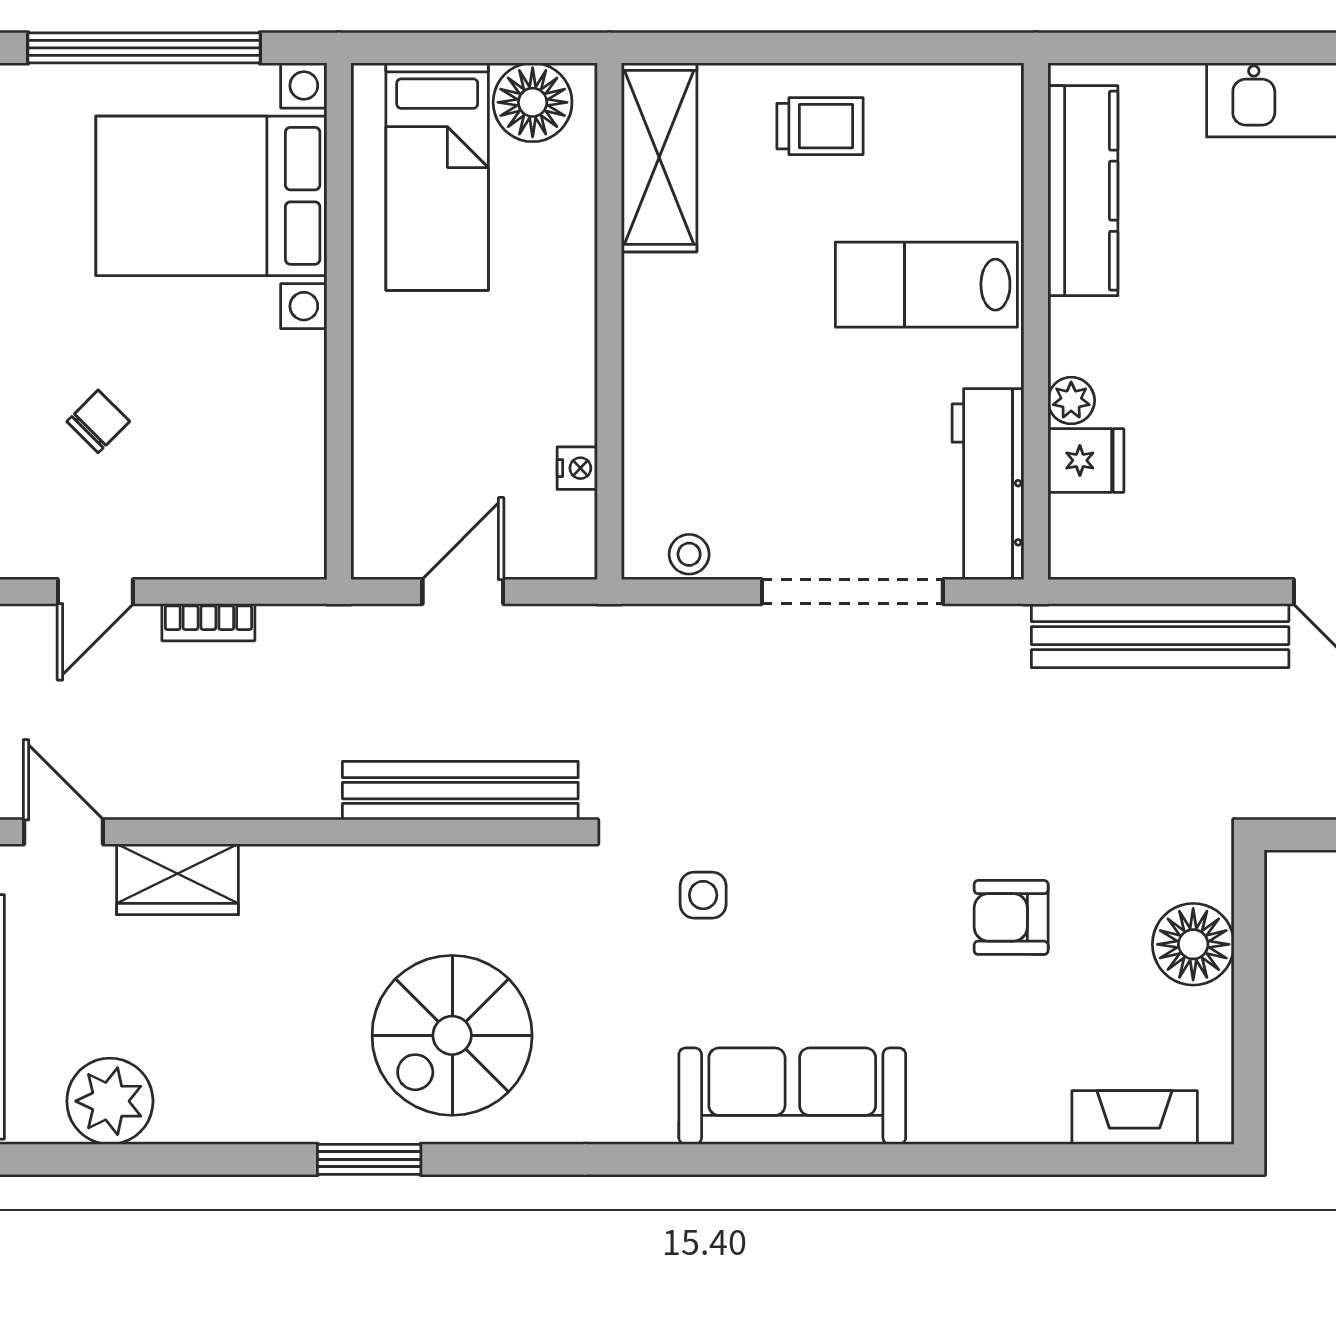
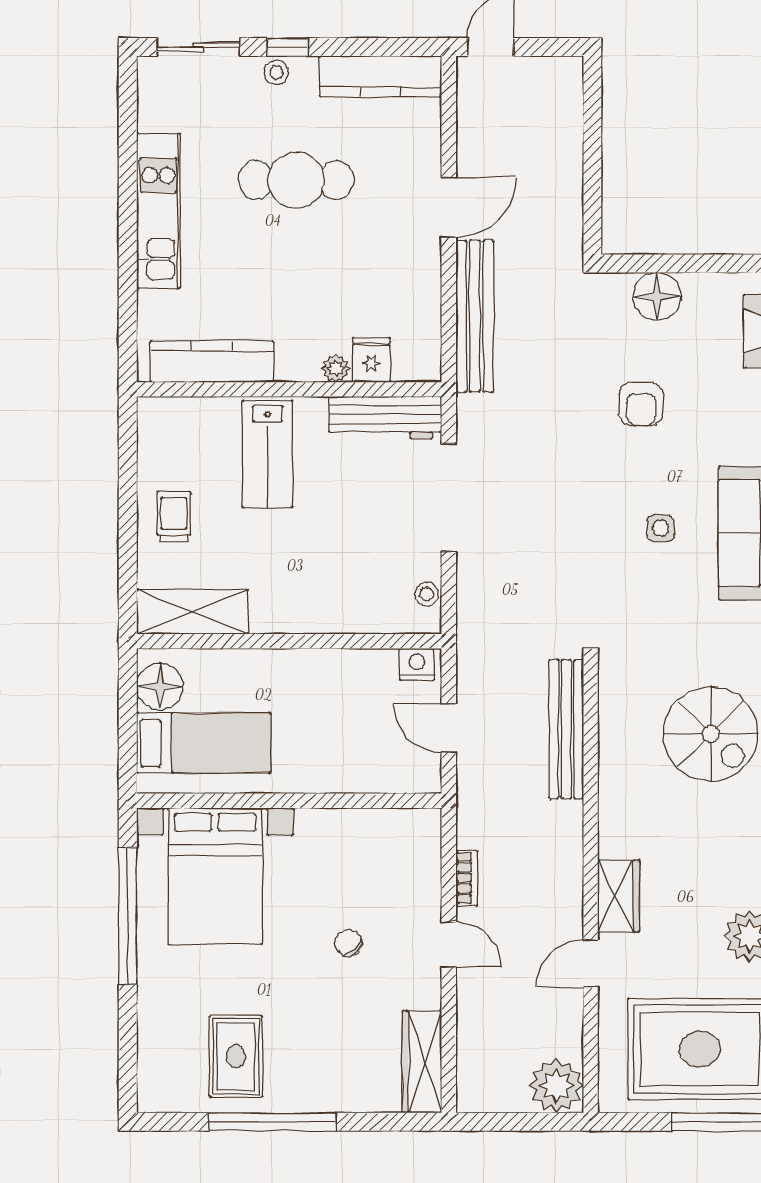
nightstand: (577, 468) -> (417, 664), moved, width x1.39, depth x1.35
side table: (703, 895) -> (661, 528), moved

